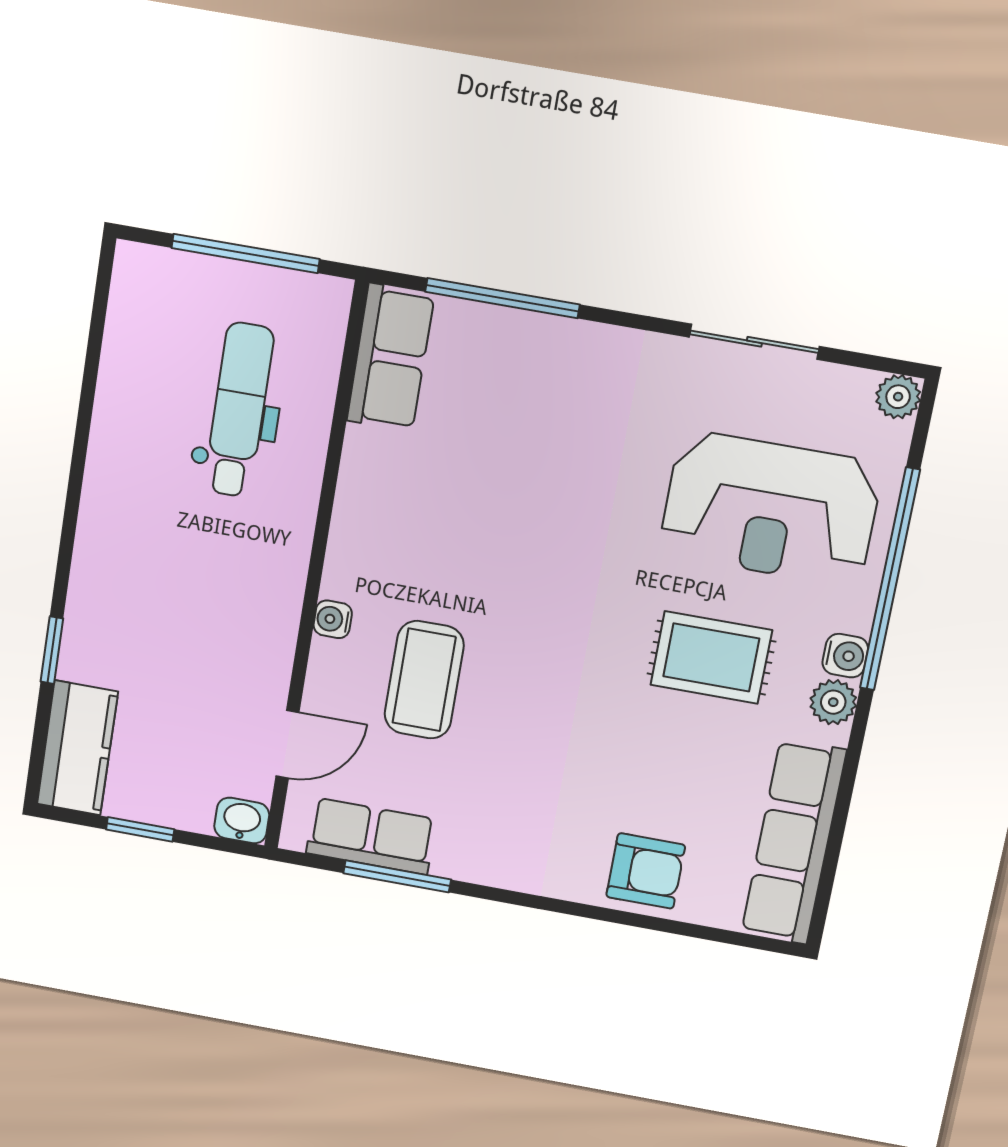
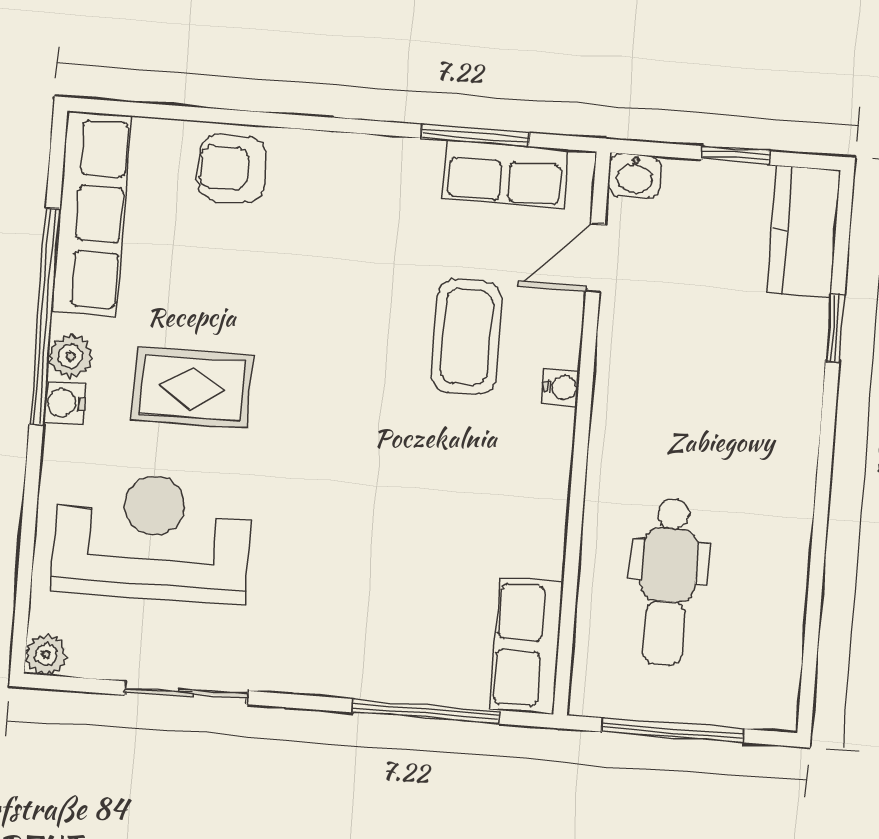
window: (890, 579) -> (45, 317), moved

